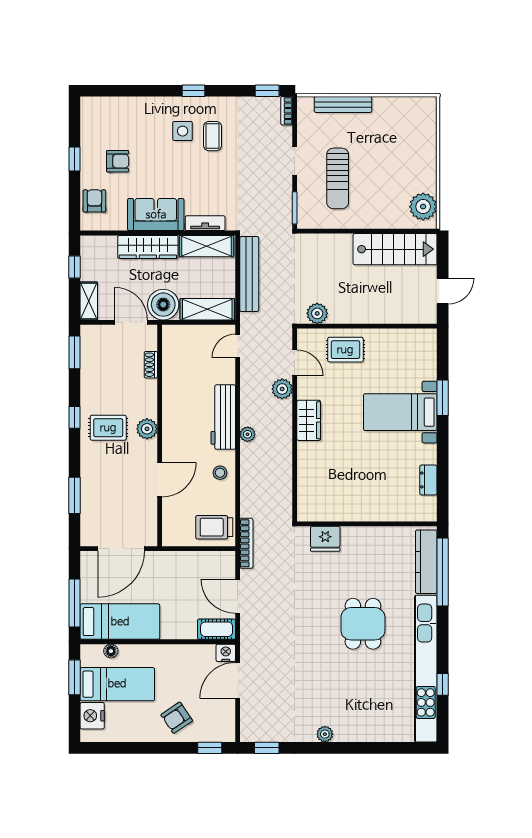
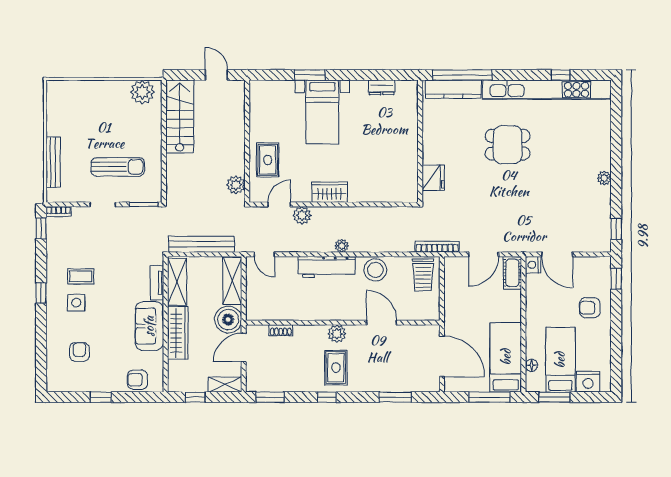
armchair: (118, 161) -> (79, 352), moved
stool: (220, 473) -> (375, 270), width x1.89, depth x1.89
armchair: (177, 718) -> (590, 308), turned 124

